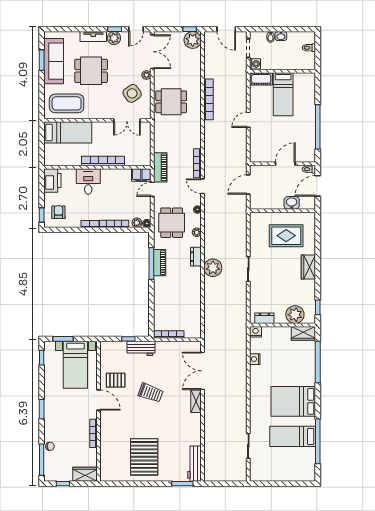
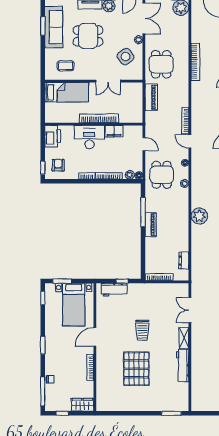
dining table: (171, 102) -> (161, 64), turned 90
coffee table: (67, 103) -> (66, 66), width x0.54, depth x0.58
double door: (127, 120) -> (108, 81), moved
piano: (160, 167) -> (151, 97), moved
filing cabinet: (141, 175) -> (114, 131), moved
desk: (88, 181) -> (89, 137), width x1.37
door: (152, 189) -> (144, 144), swing flipped
dresser: (196, 257) -> (184, 261), moved
piano: (160, 263) -> (151, 225), moved
workbench: (141, 348) -> (114, 290), moved
double door: (203, 371) -> (190, 310), width x0.73
pallet: (116, 380) -> (110, 319), removed
trolley: (151, 393) -> (142, 330), turned 70
door: (99, 400) -> (95, 337), swing flipped
pallet: (144, 457) -> (136, 369), moved
workbench: (195, 464) -> (183, 365), moved

